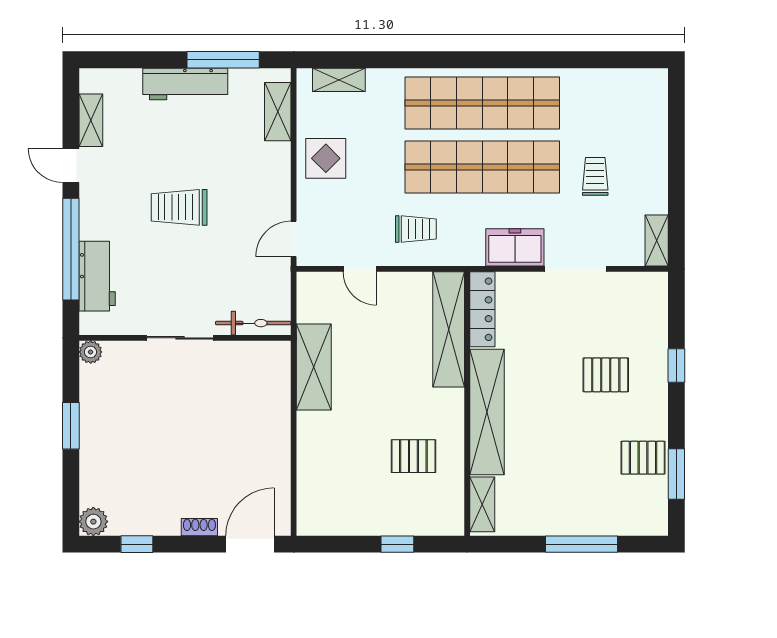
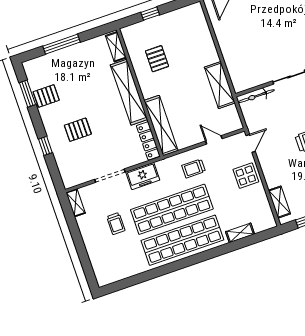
shelving: (339, 80) -> (240, 233), moved
display table: (326, 158) -> (246, 176), moved
pallet: (413, 456) -> (157, 59), turned 90

